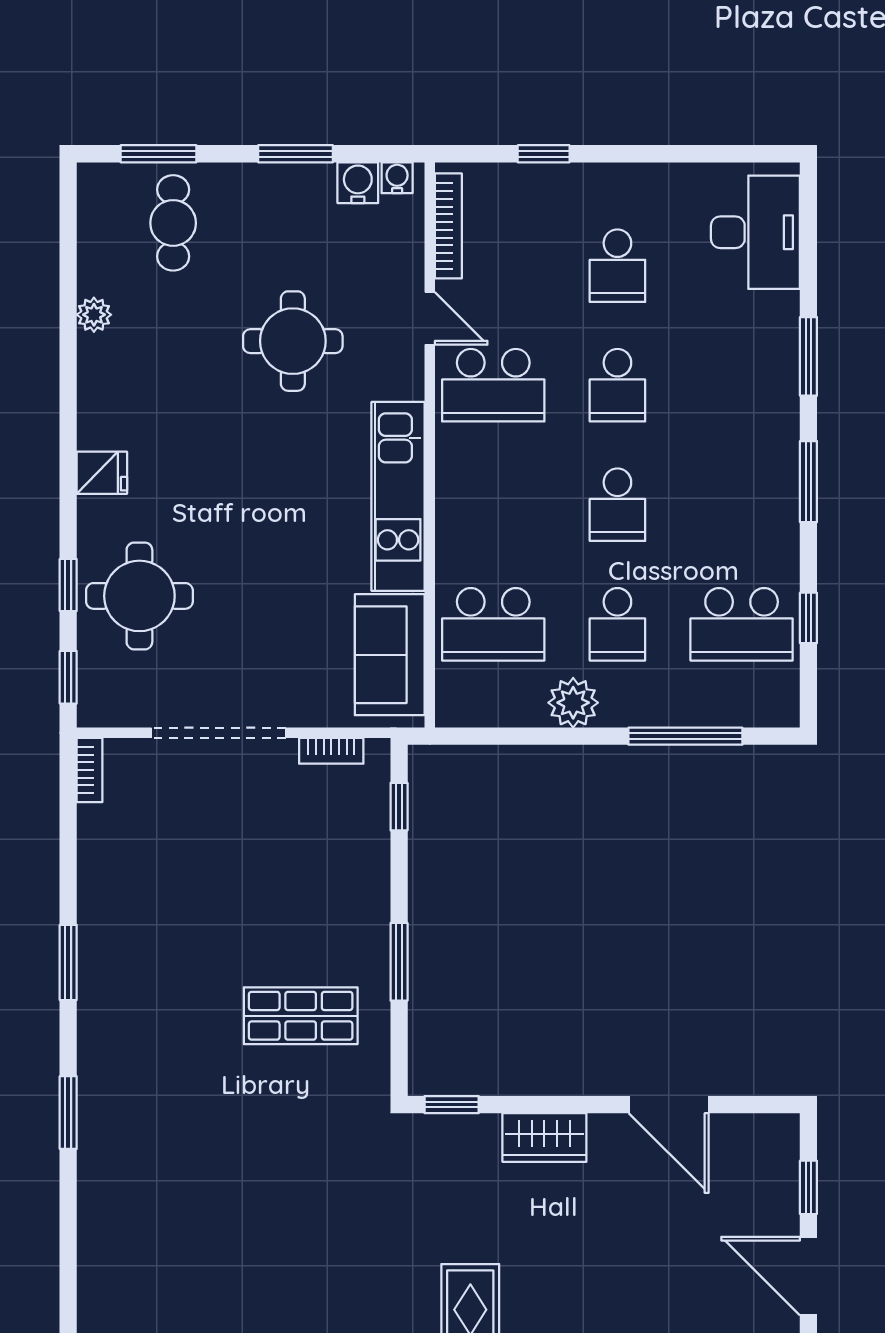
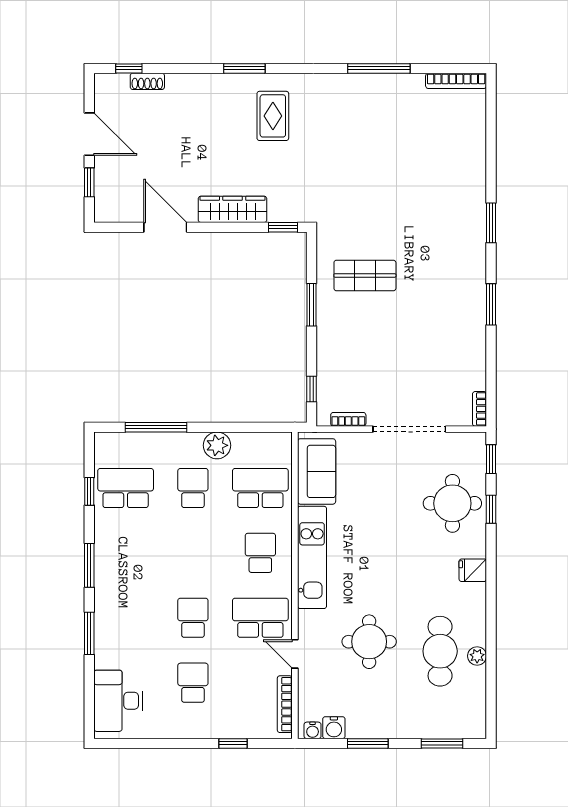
cafe table: (173, 223) -> (440, 651), moved, width x1.37, depth x1.35
school desk: (617, 505) -> (260, 553), moved
wardrobe: (544, 1137) -> (233, 209), width x1.50

